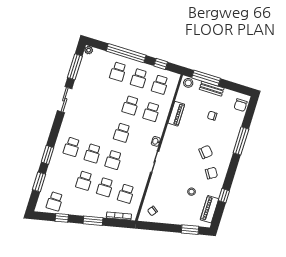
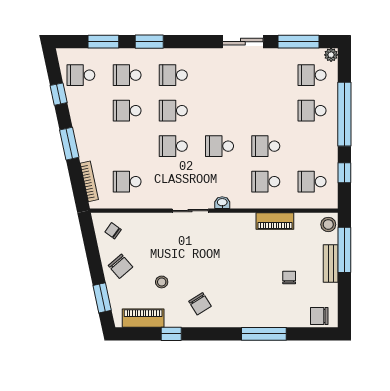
school desk: (139, 78) -> (312, 75), moved
chair: (206, 152) -> (120, 266), moved
school desk: (105, 187) -> (127, 75), moved

